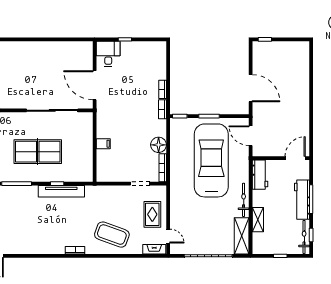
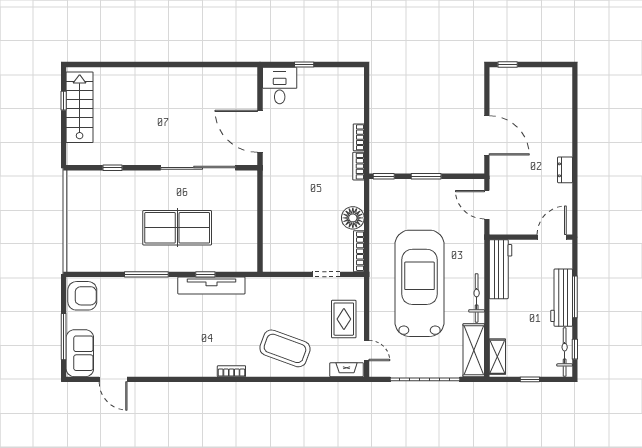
dresser: (304, 112) -> (565, 170), added
filing cabinet: (103, 144) -> (273, 216), removed
car: (211, 160) -> (419, 283), moved
workbench: (260, 175) -> (500, 269), width x1.38
shelving: (258, 220) -> (497, 357), moved

